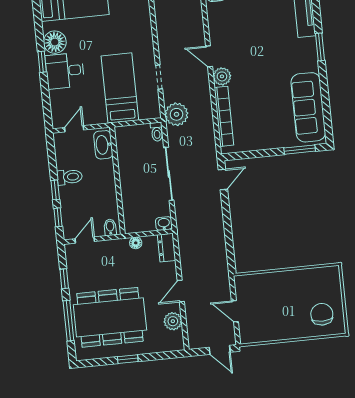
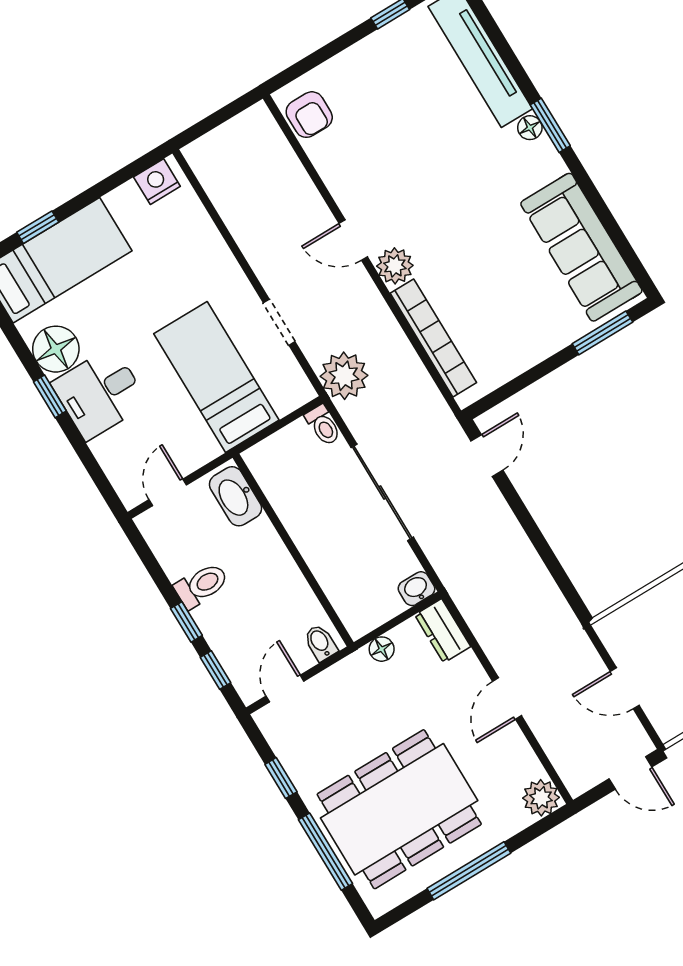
floor lamp: (311, 44) -> (530, 128), added
plant: (173, 321) -> (541, 798), moved
window: (128, 359) -> (469, 871), width x2.17

